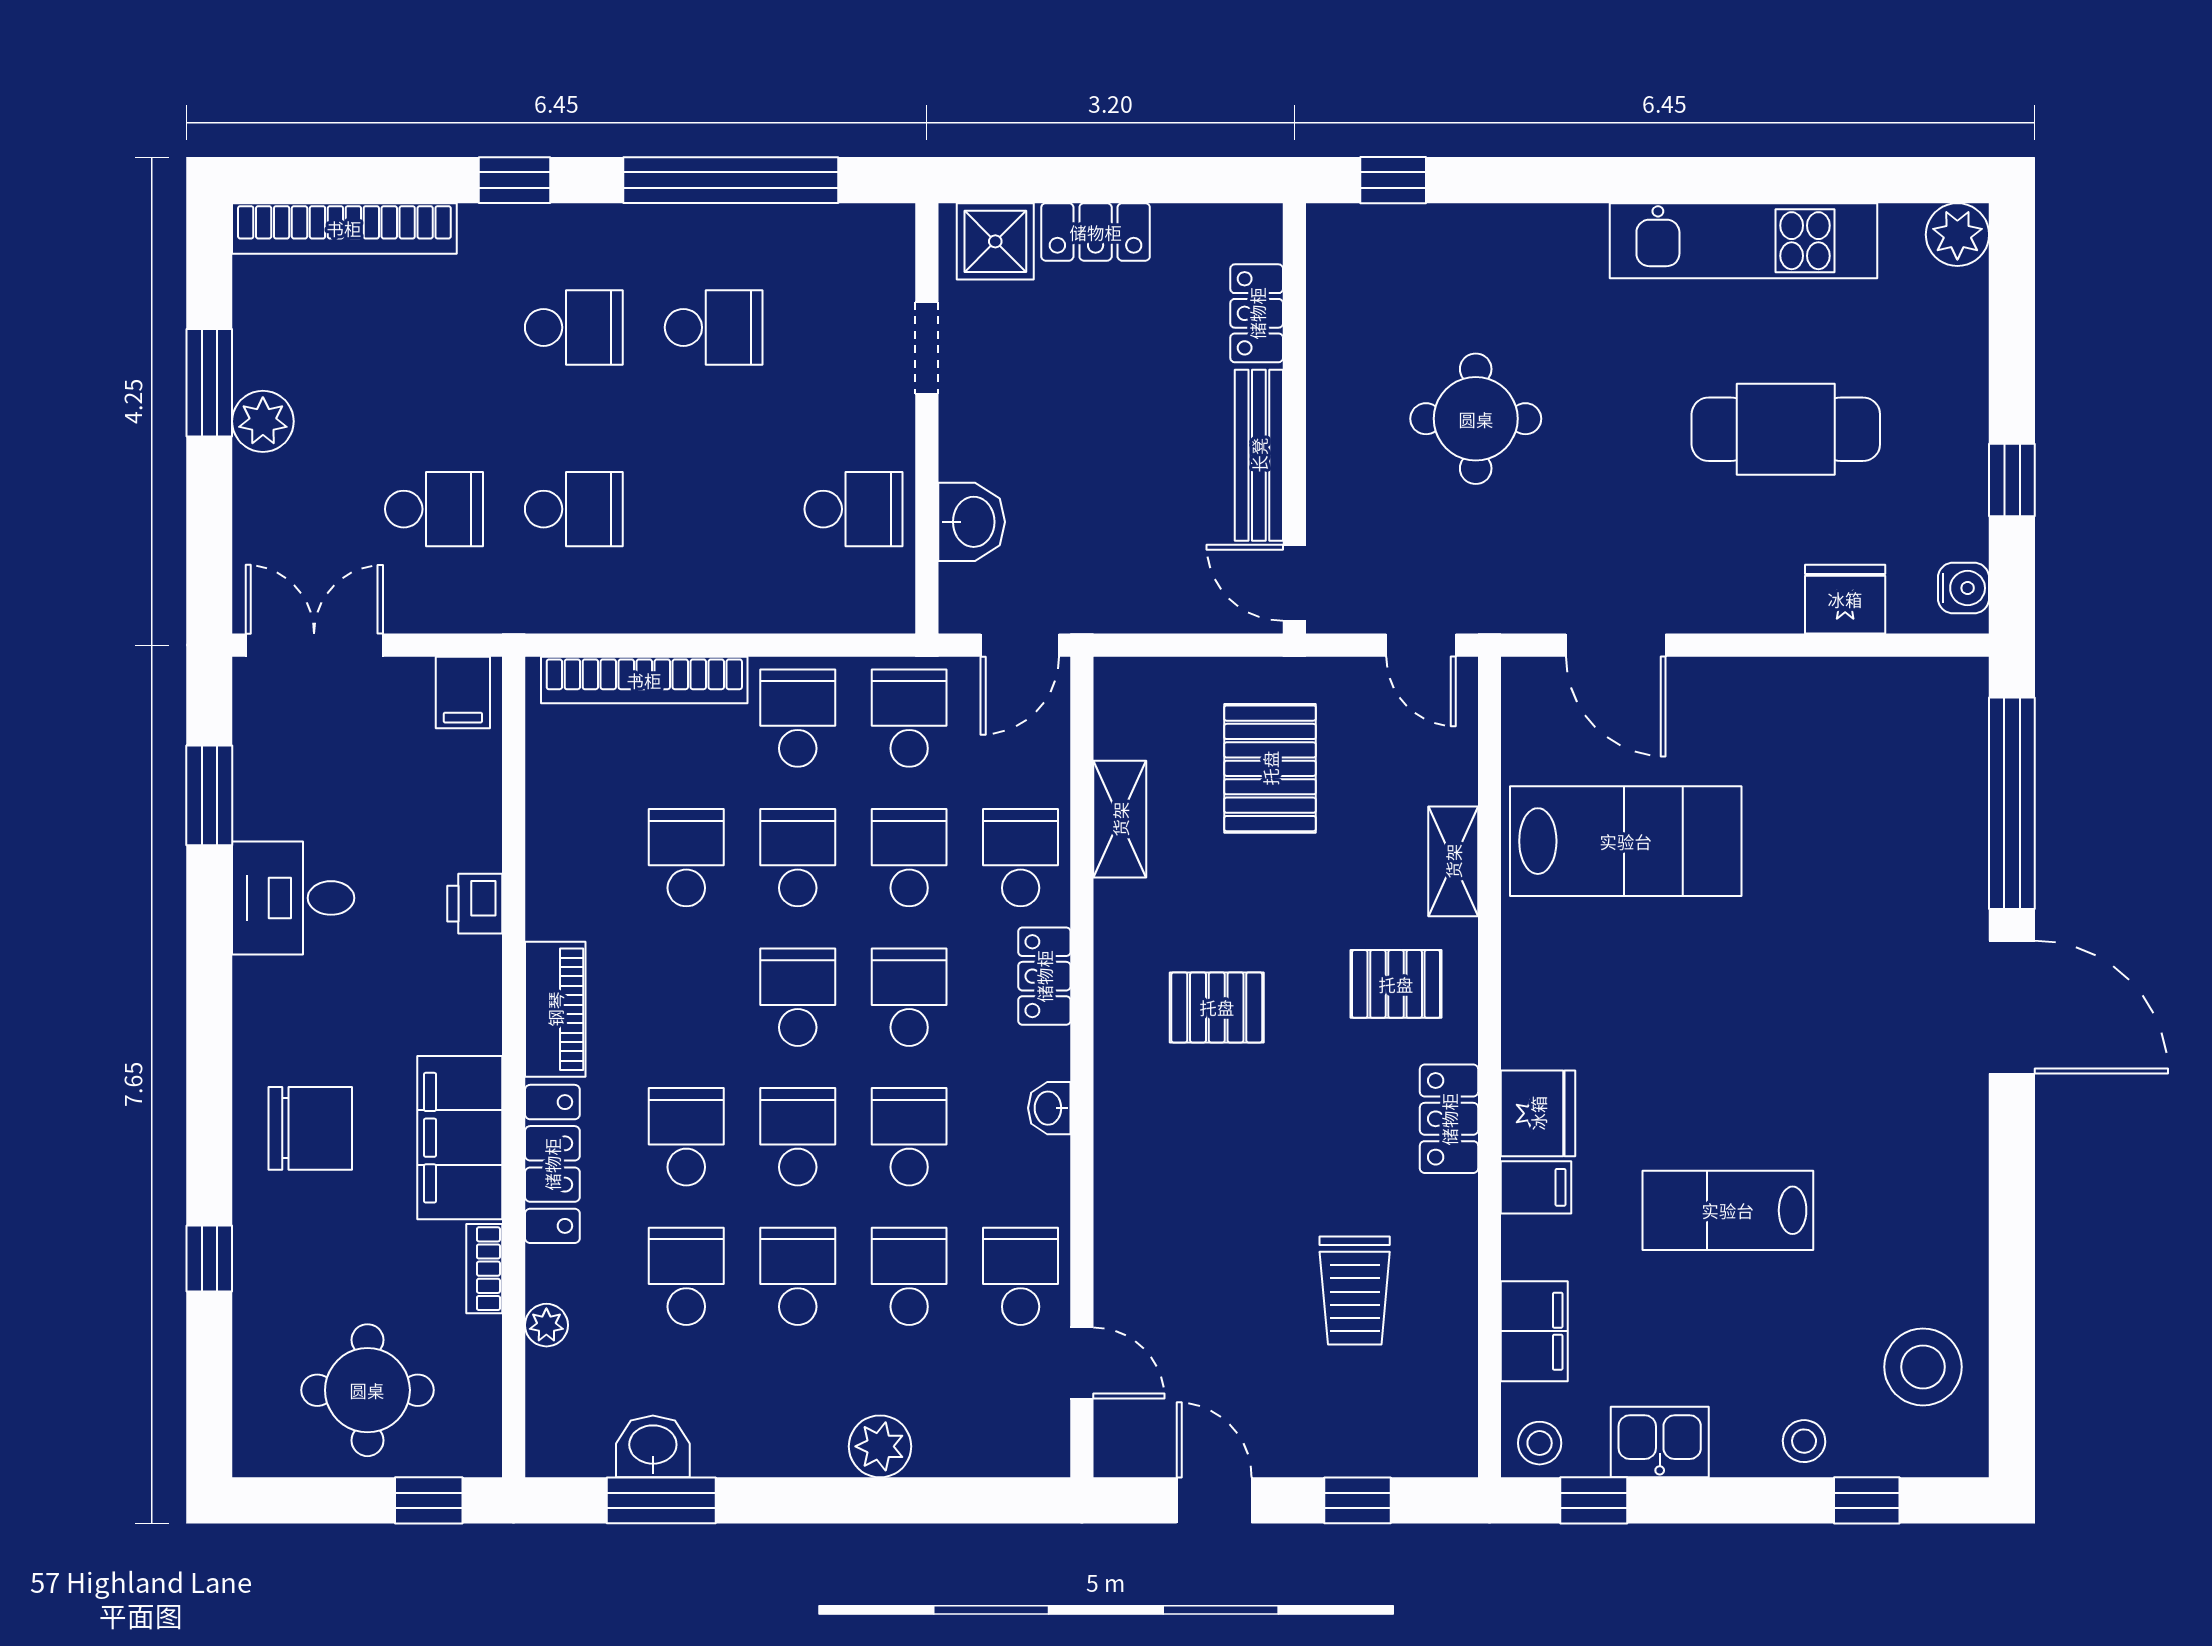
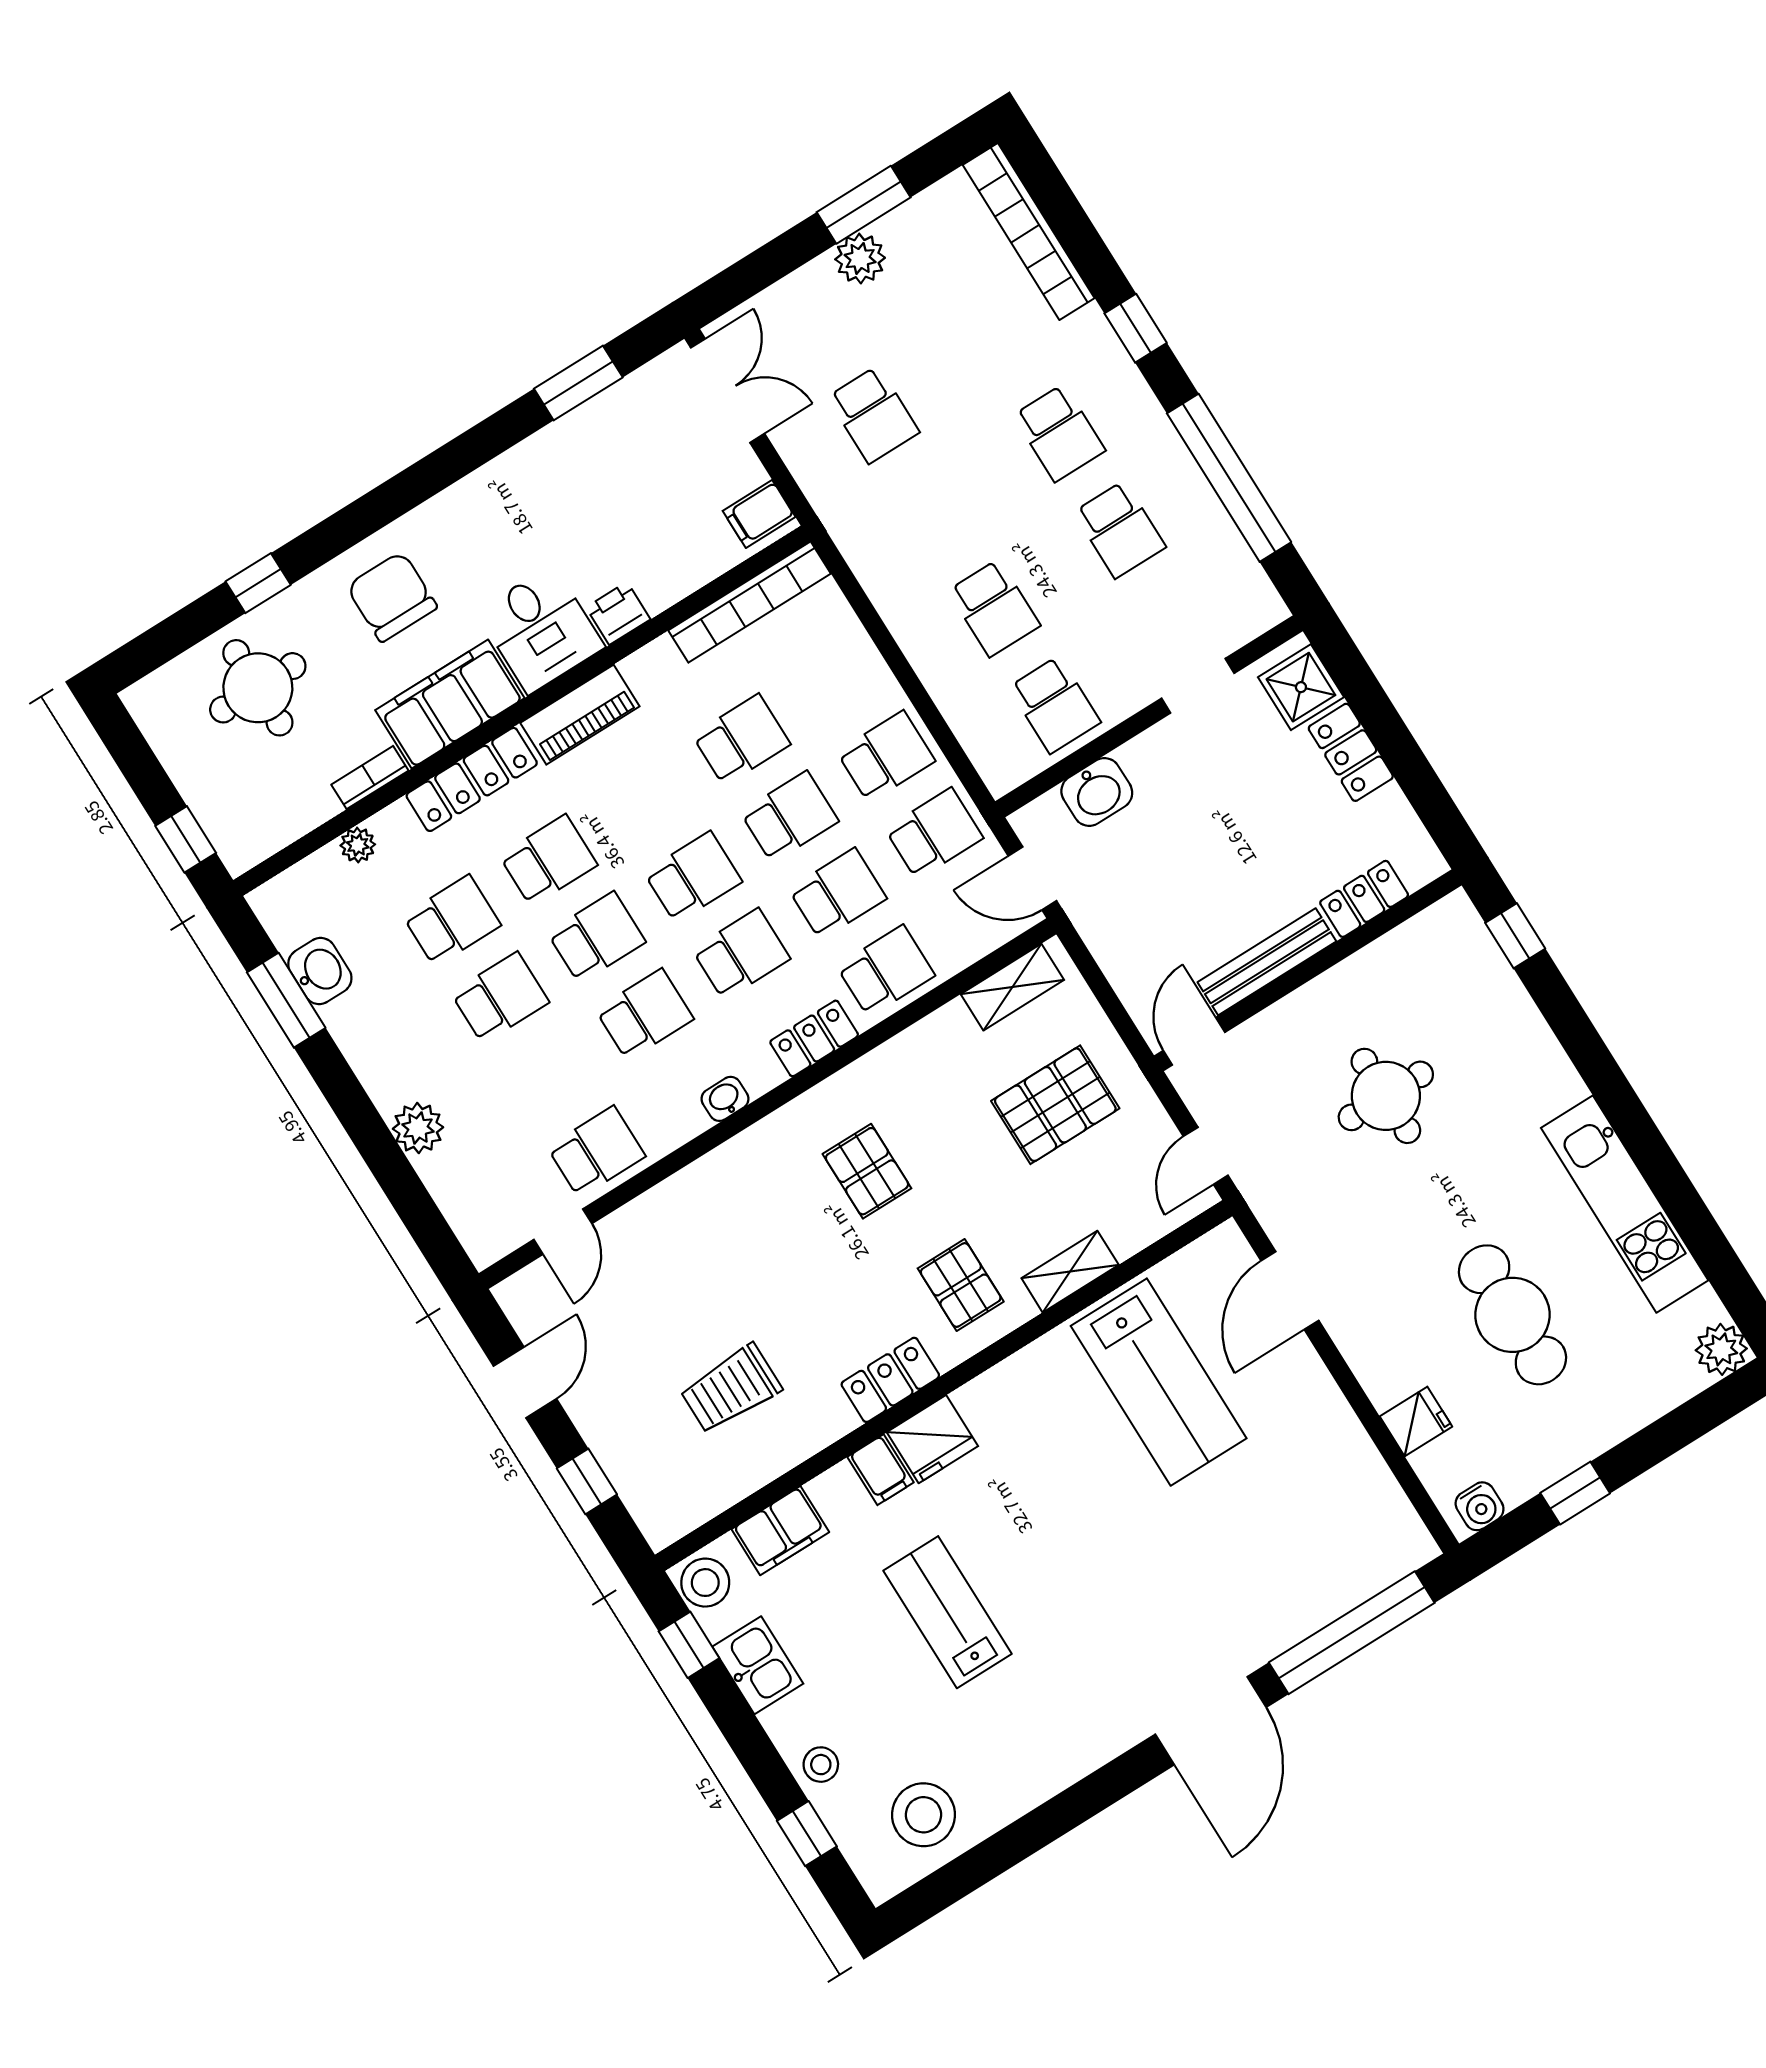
school desk: (574, 509) -> (994, 608), moved
fridge: (1845, 599) -> (1416, 1422), width x0.72
bookcase: (644, 680) -> (750, 602), moved, turned -90
shelving: (1120, 819) -> (1012, 987), moved
desk: (293, 898) -> (541, 629), moved, turned 180
chair: (310, 1128) -> (392, 597), turned 180
school desk: (909, 1276) -> (548, 1075), removed
round table: (367, 1390) -> (258, 688), moved
stool: (1540, 1443) -> (705, 1583), width x1.37, depth x1.37

